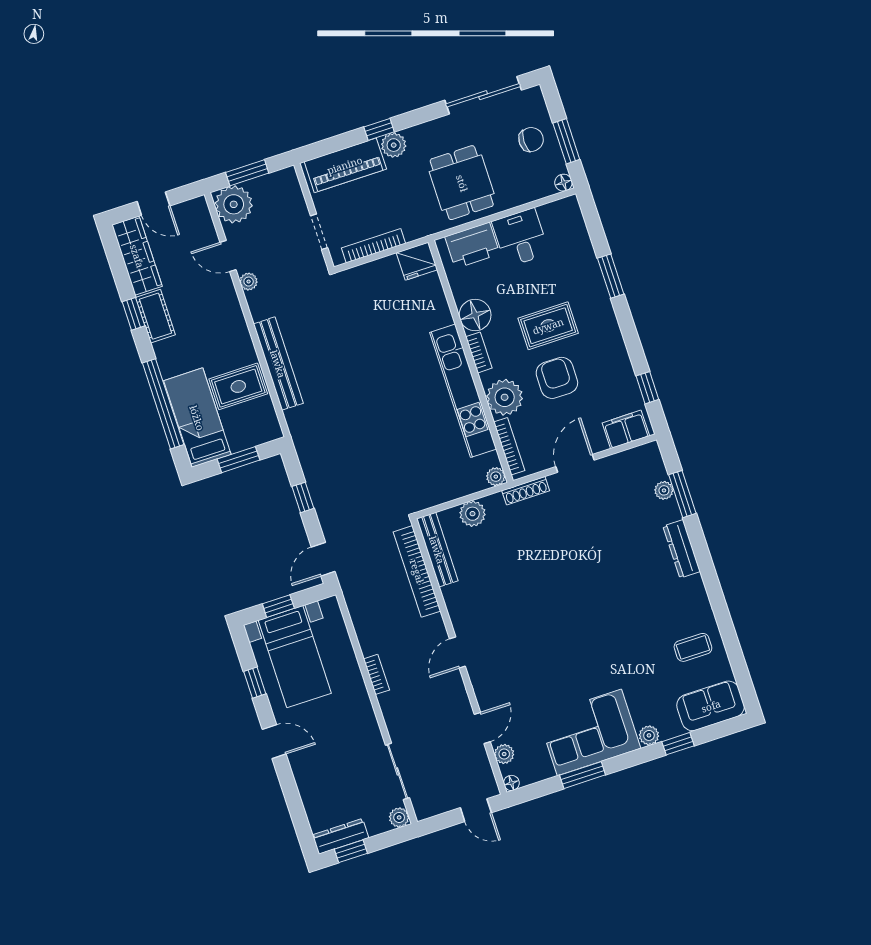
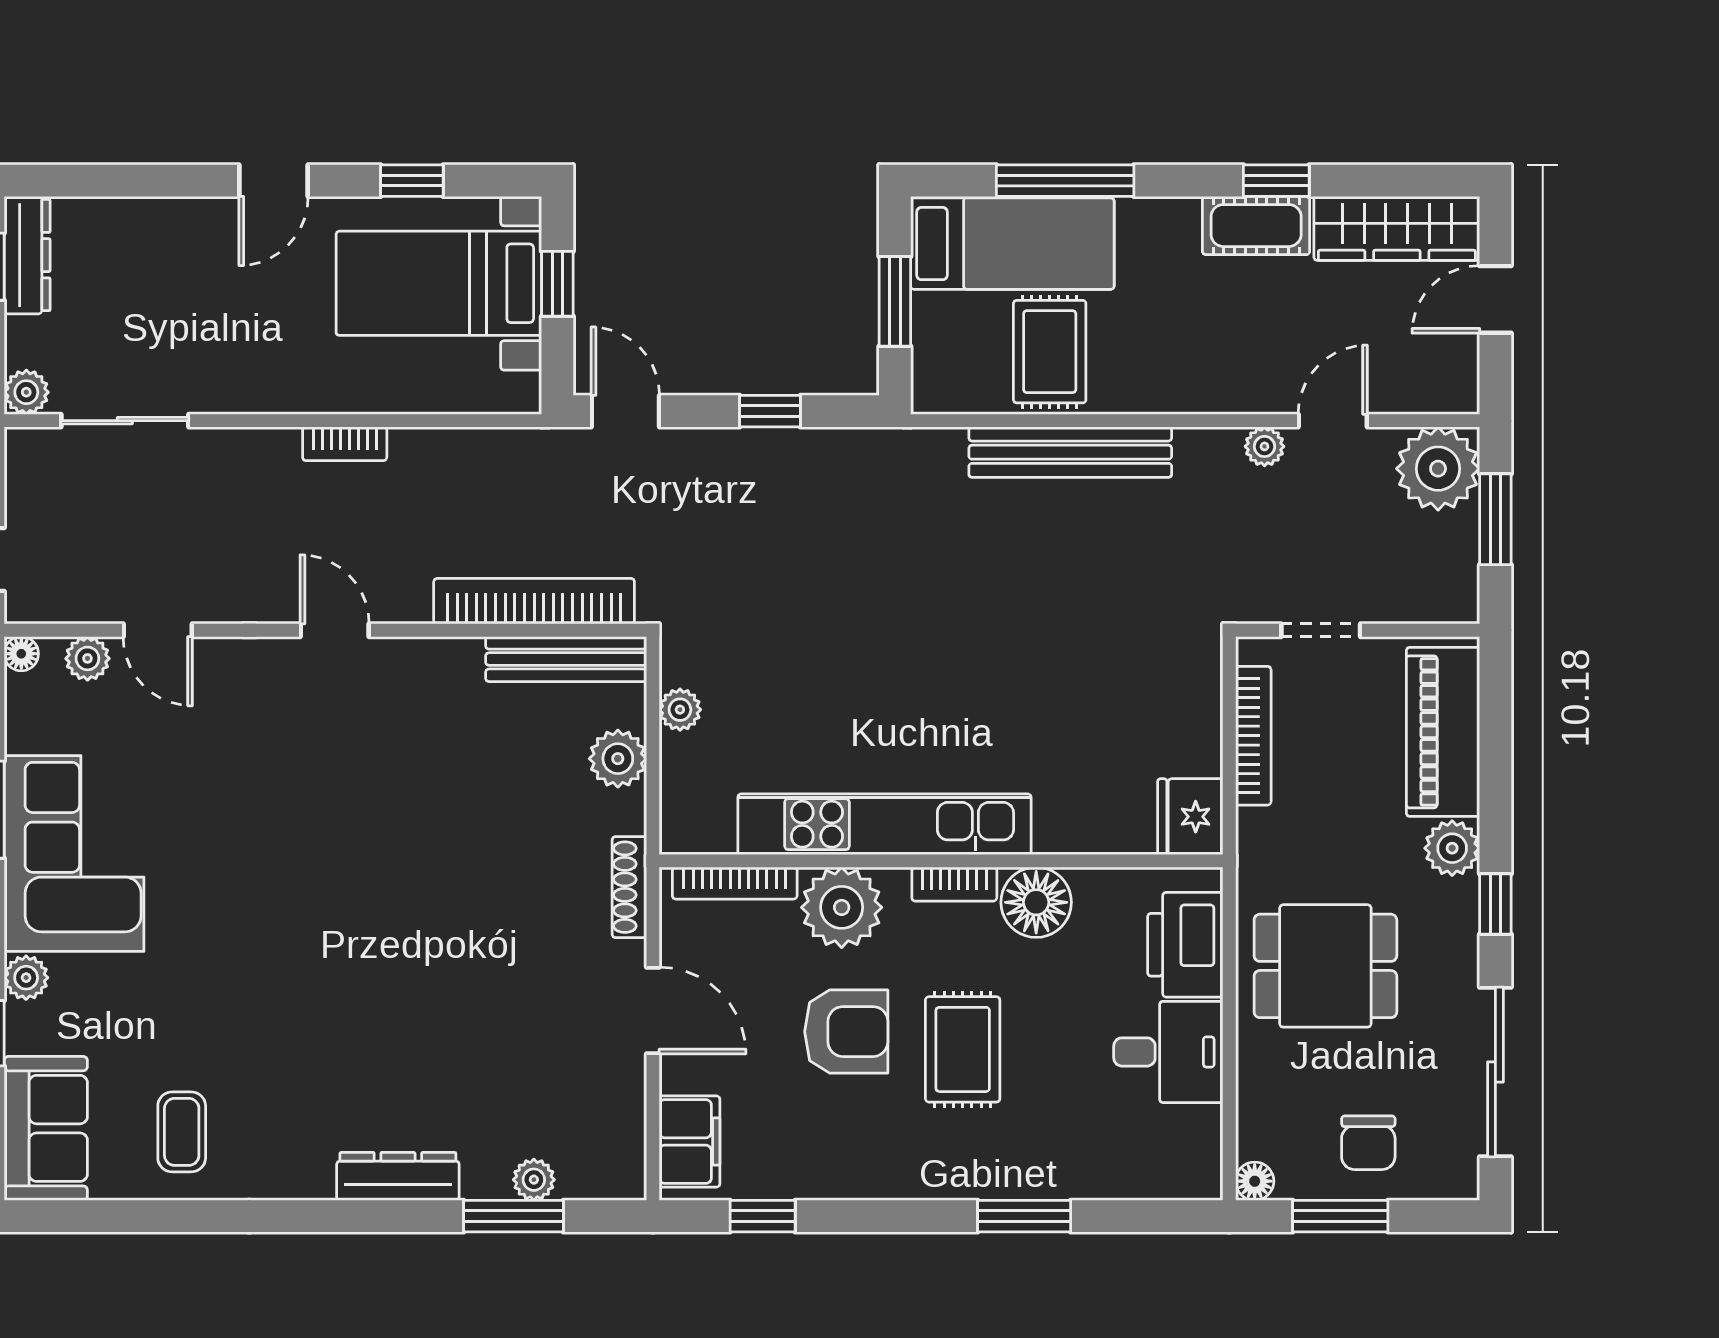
window: (379, 129) -> (1495, 904), moved
window: (163, 404) -> (1065, 181), width x0.68
plant: (496, 477) -> (680, 710), moved

